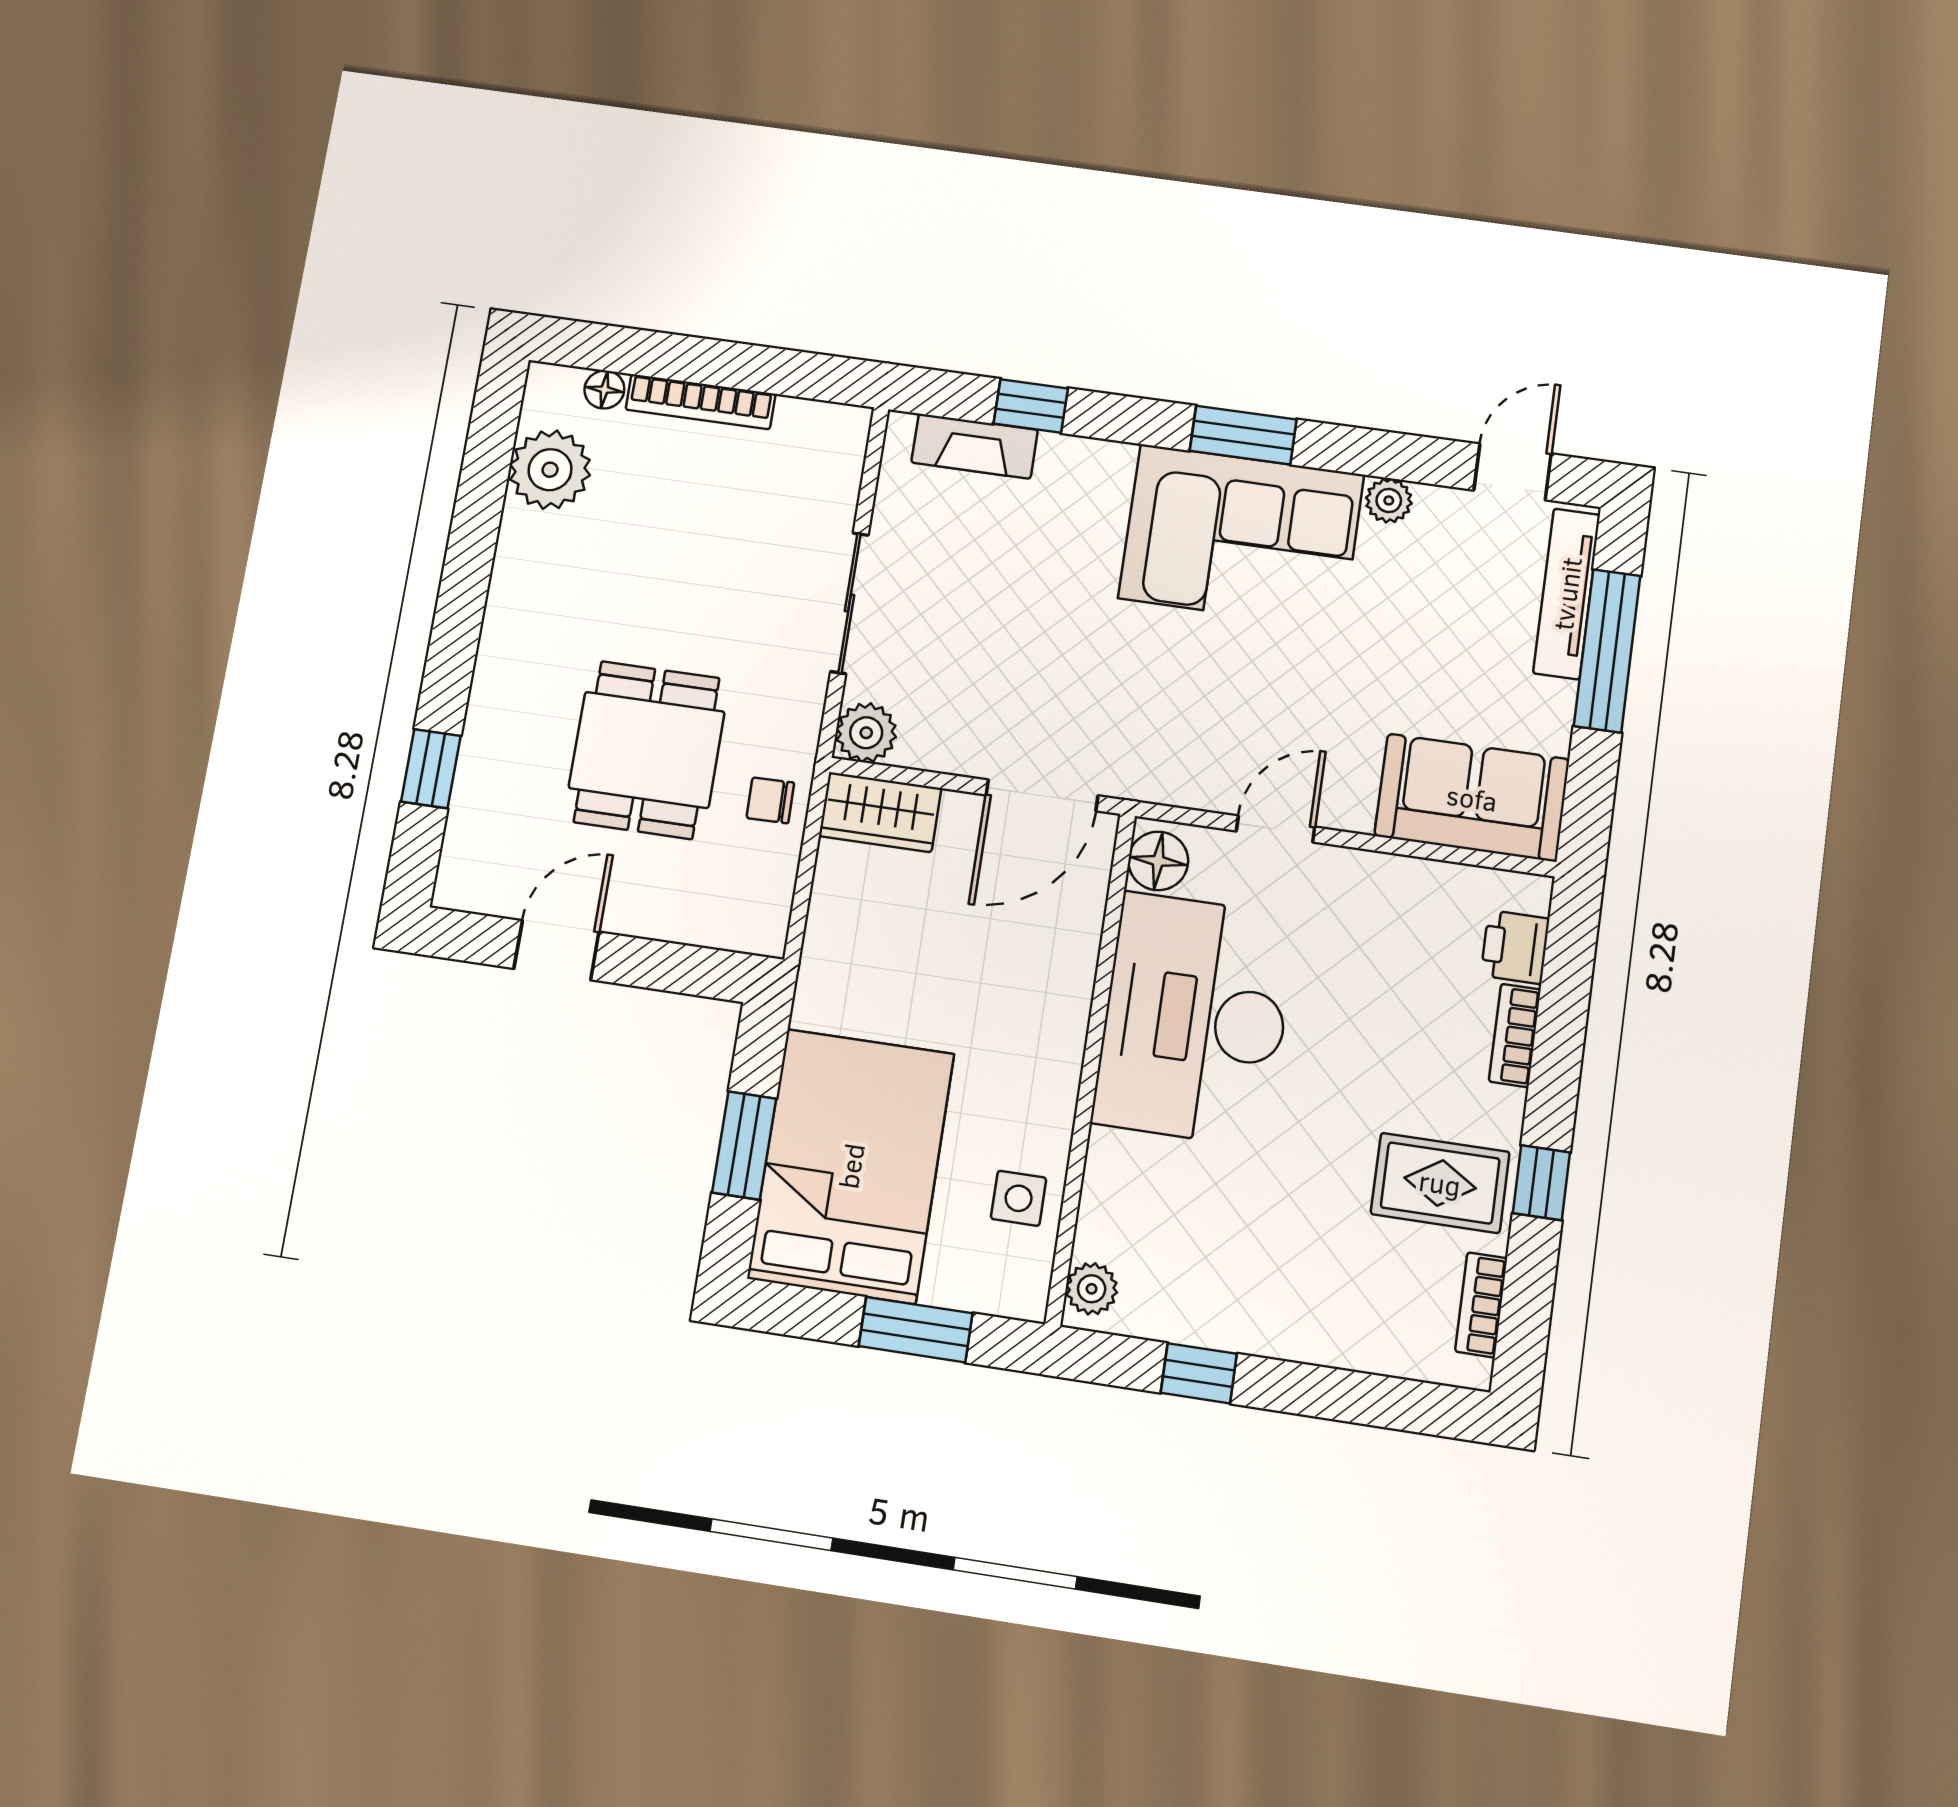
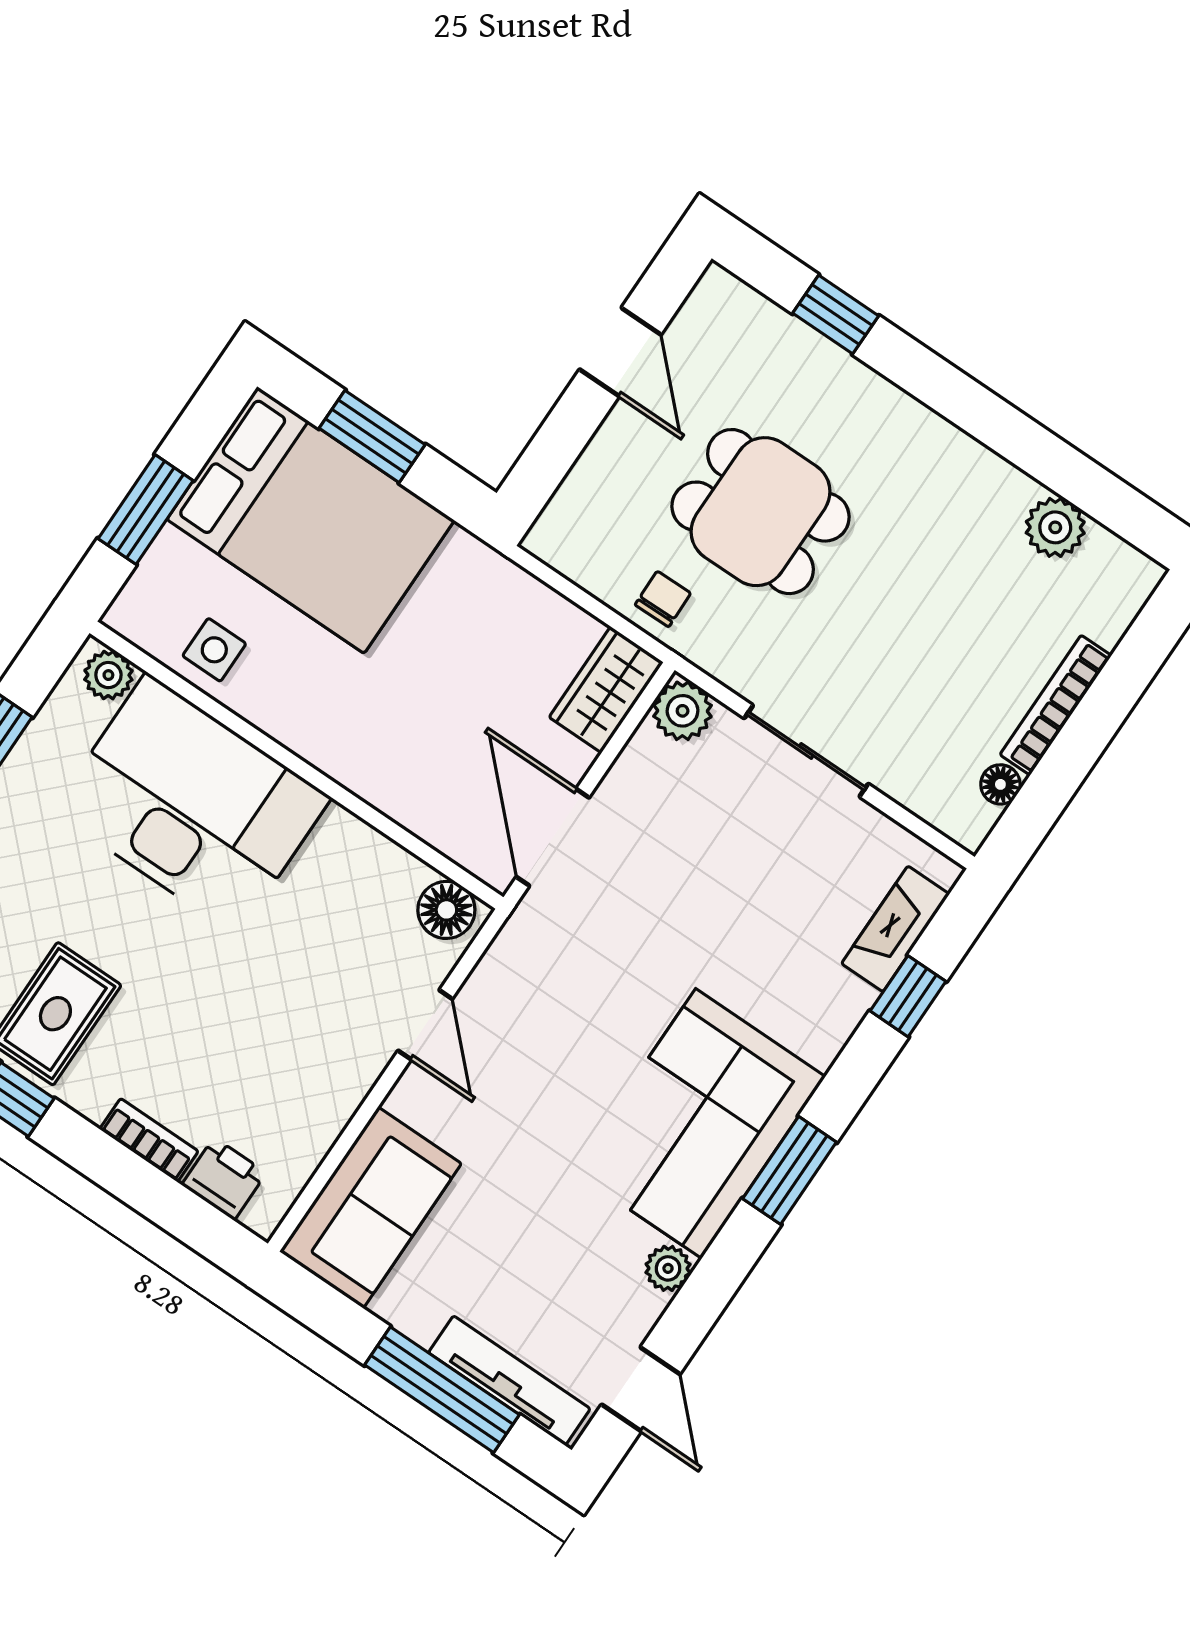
floor lamp: (604, 390) -> (1000, 784), moved
plant: (550, 470) -> (1055, 527), width x0.73, depth x0.73
desk: (1195, 1019) -> (192, 804), moved

